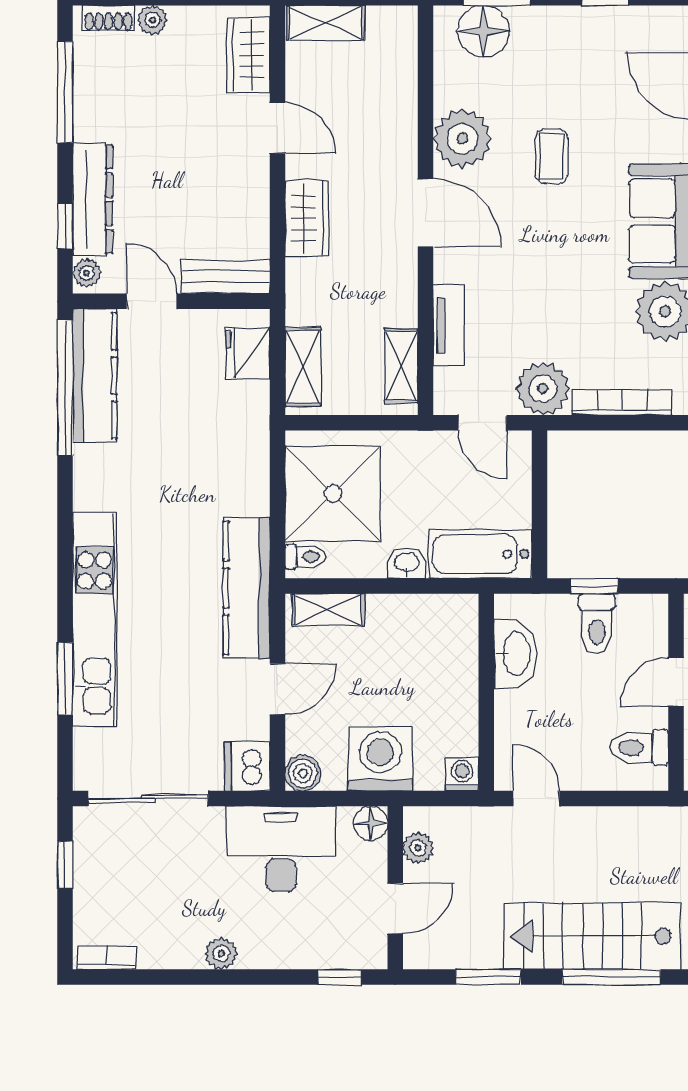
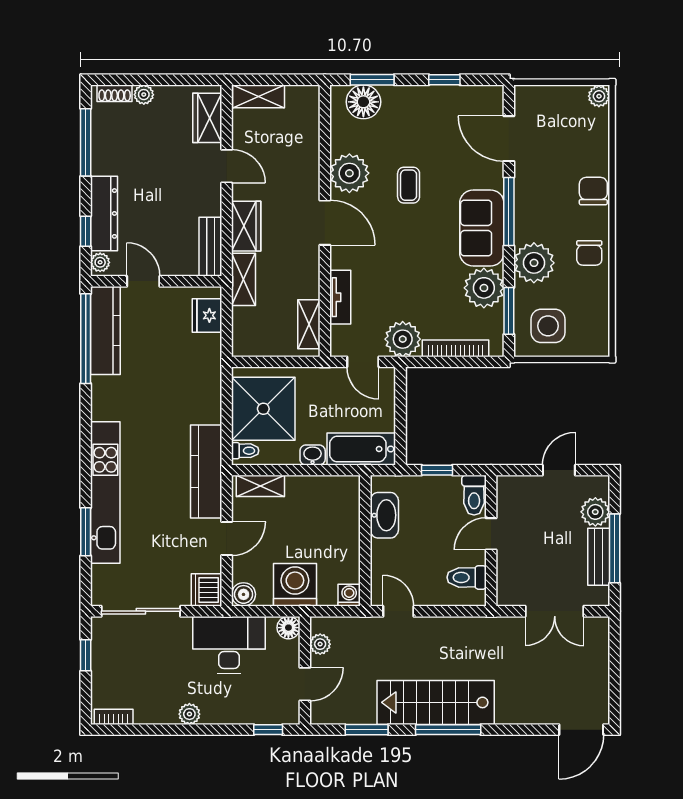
bench: (225, 277) -> (210, 247), moved, turned 90
shelving: (303, 367) -> (244, 279), moved
toilet: (597, 624) -> (474, 495), moved

